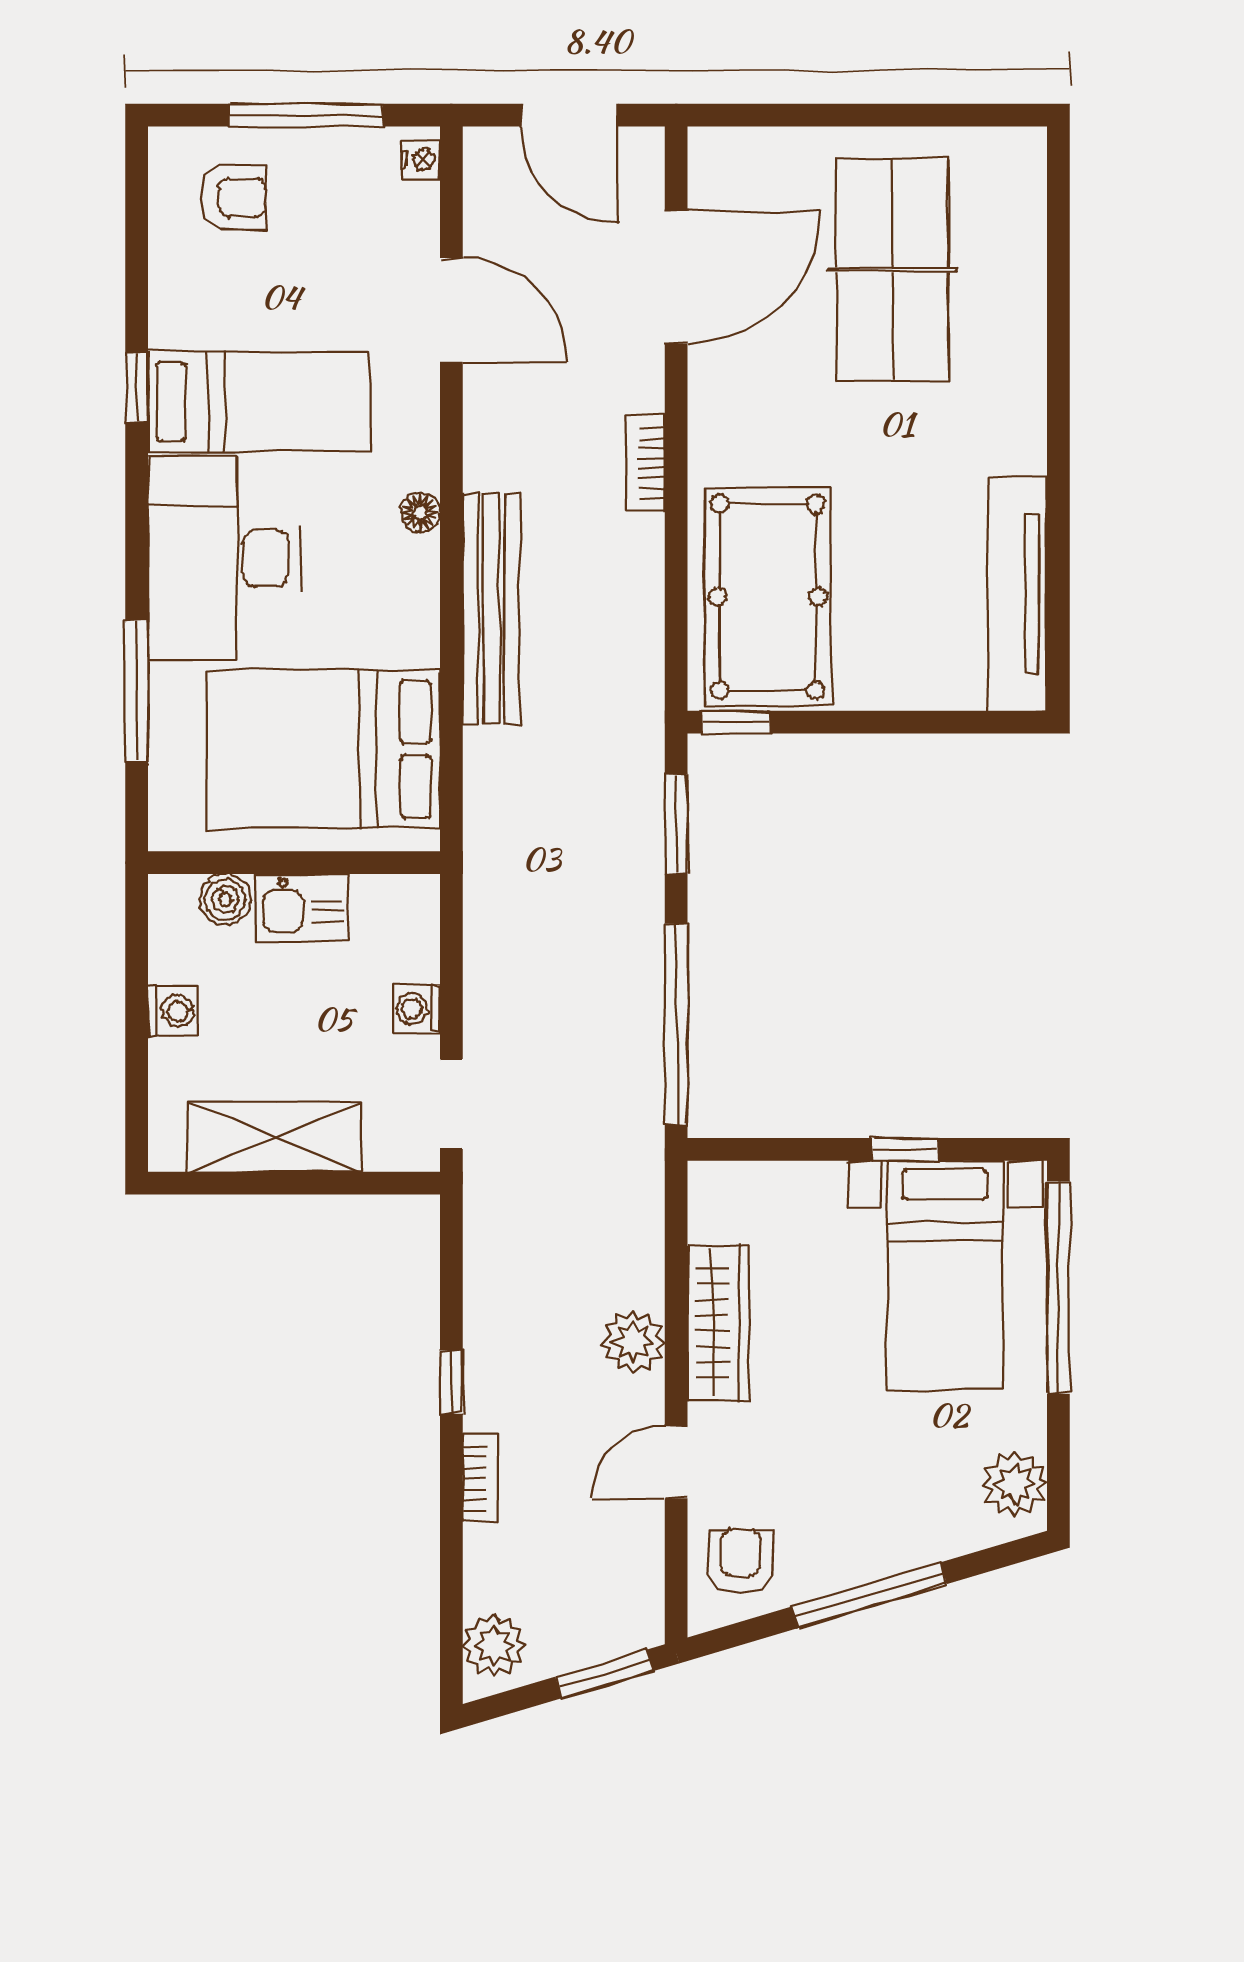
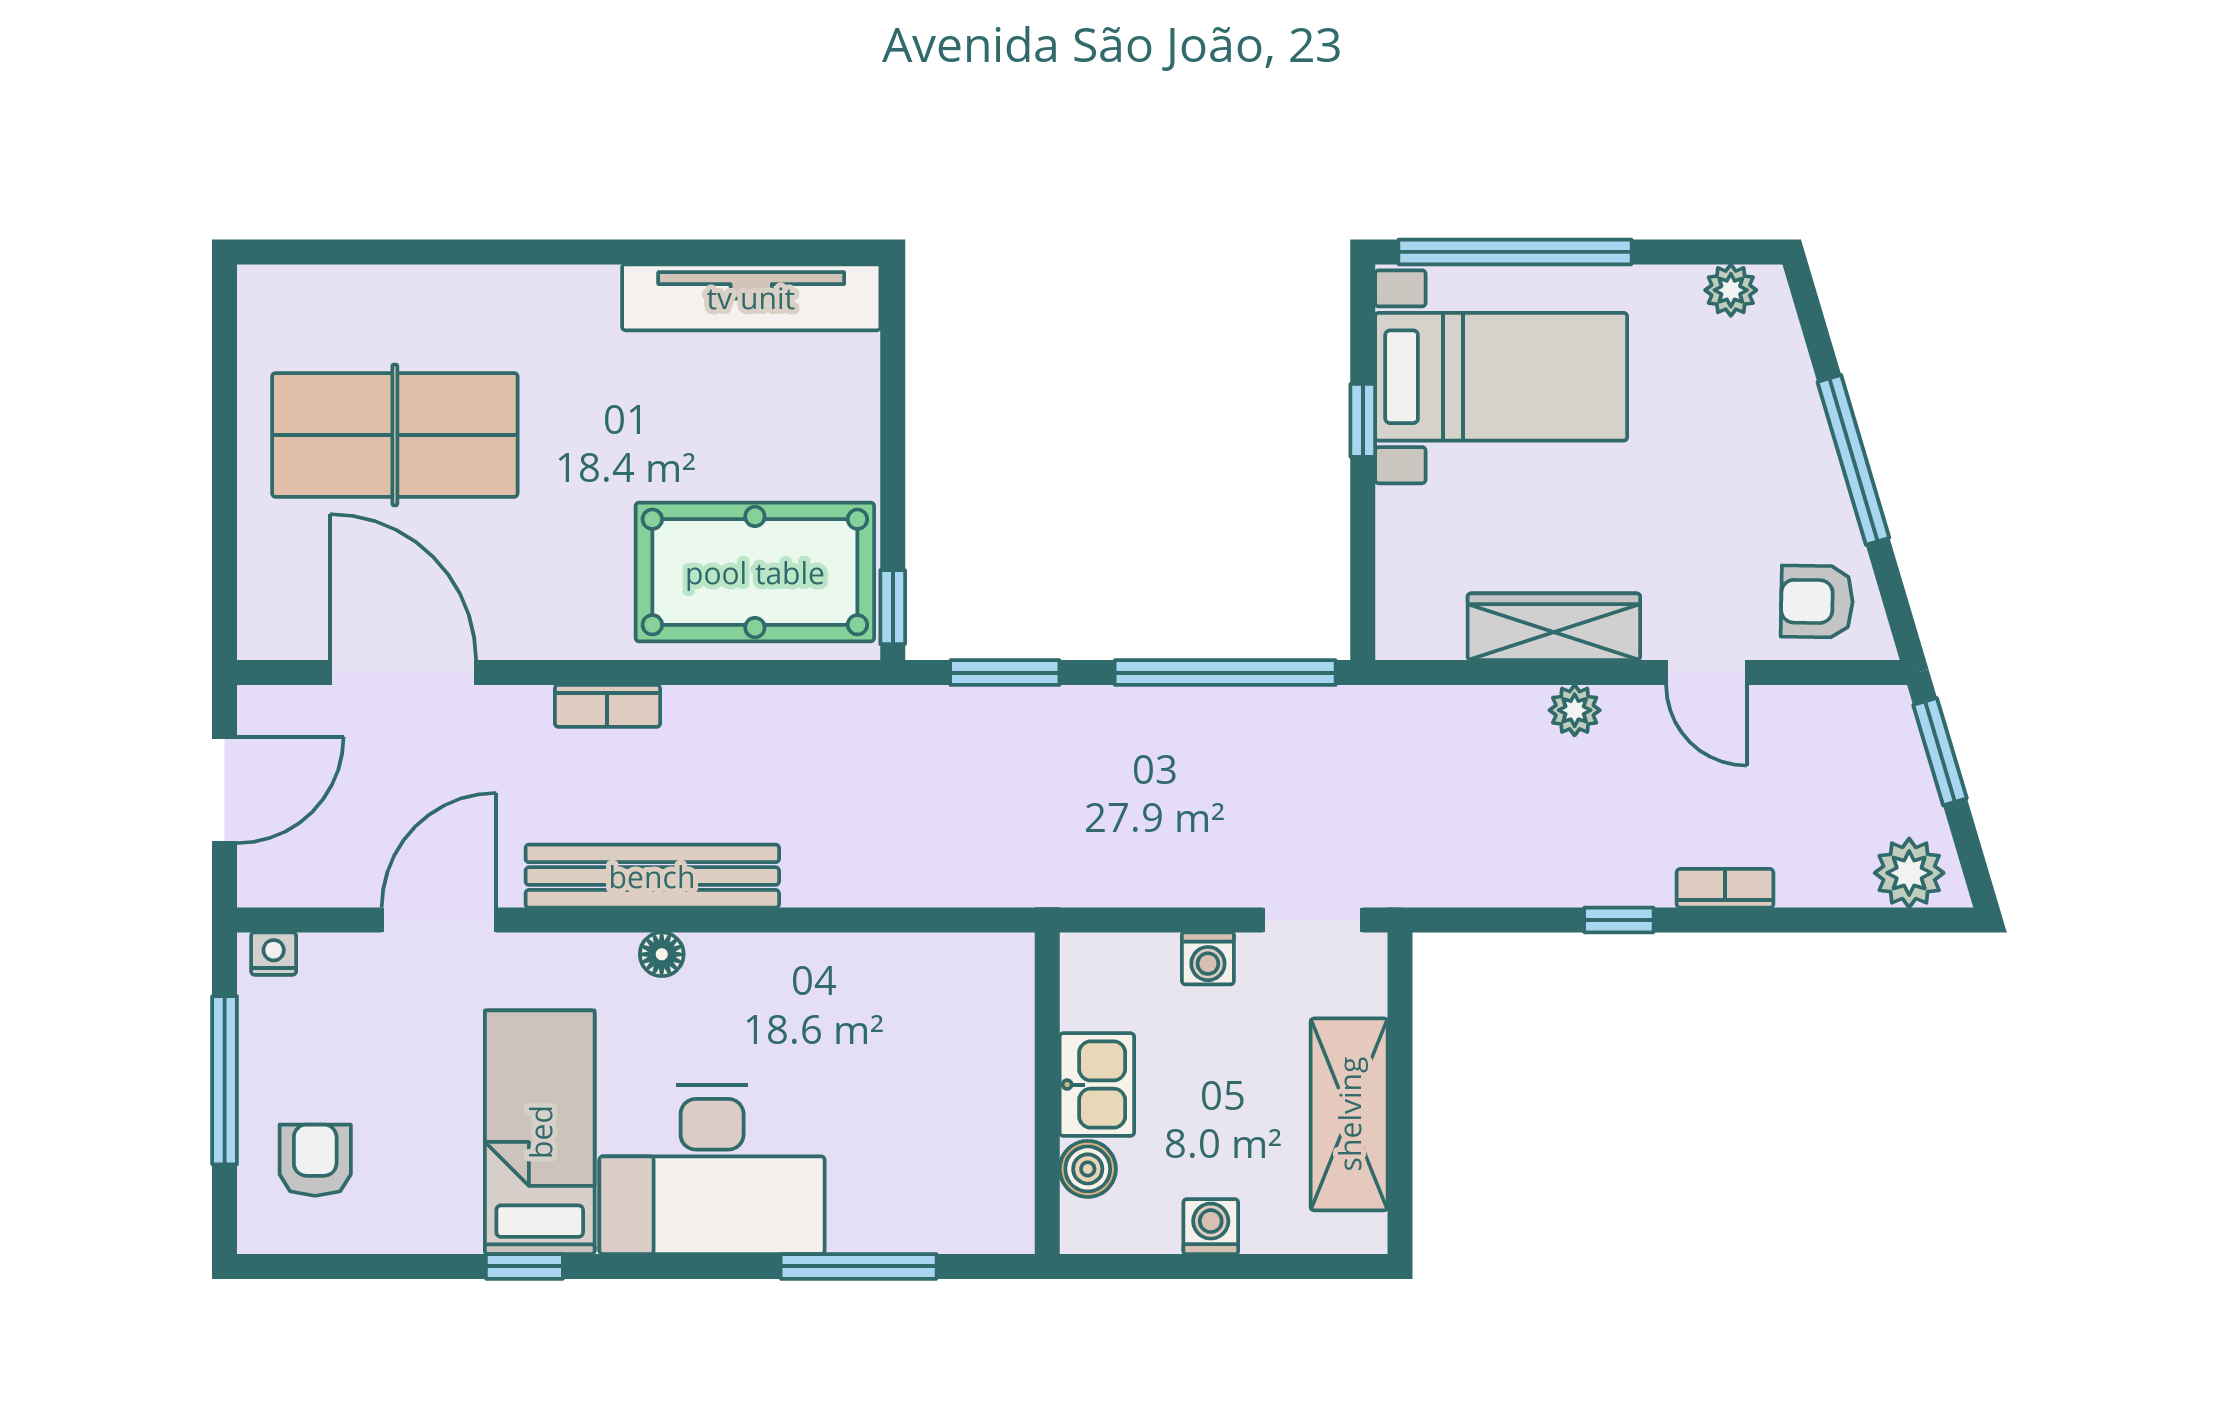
bench: (491, 609) -> (652, 876), moved
bed: (323, 749) -> (922, 1061), removed
plant: (633, 1342) -> (1575, 710), width x0.73, depth x0.73
plant: (1015, 1484) -> (1731, 290), width x0.73, depth x0.73

